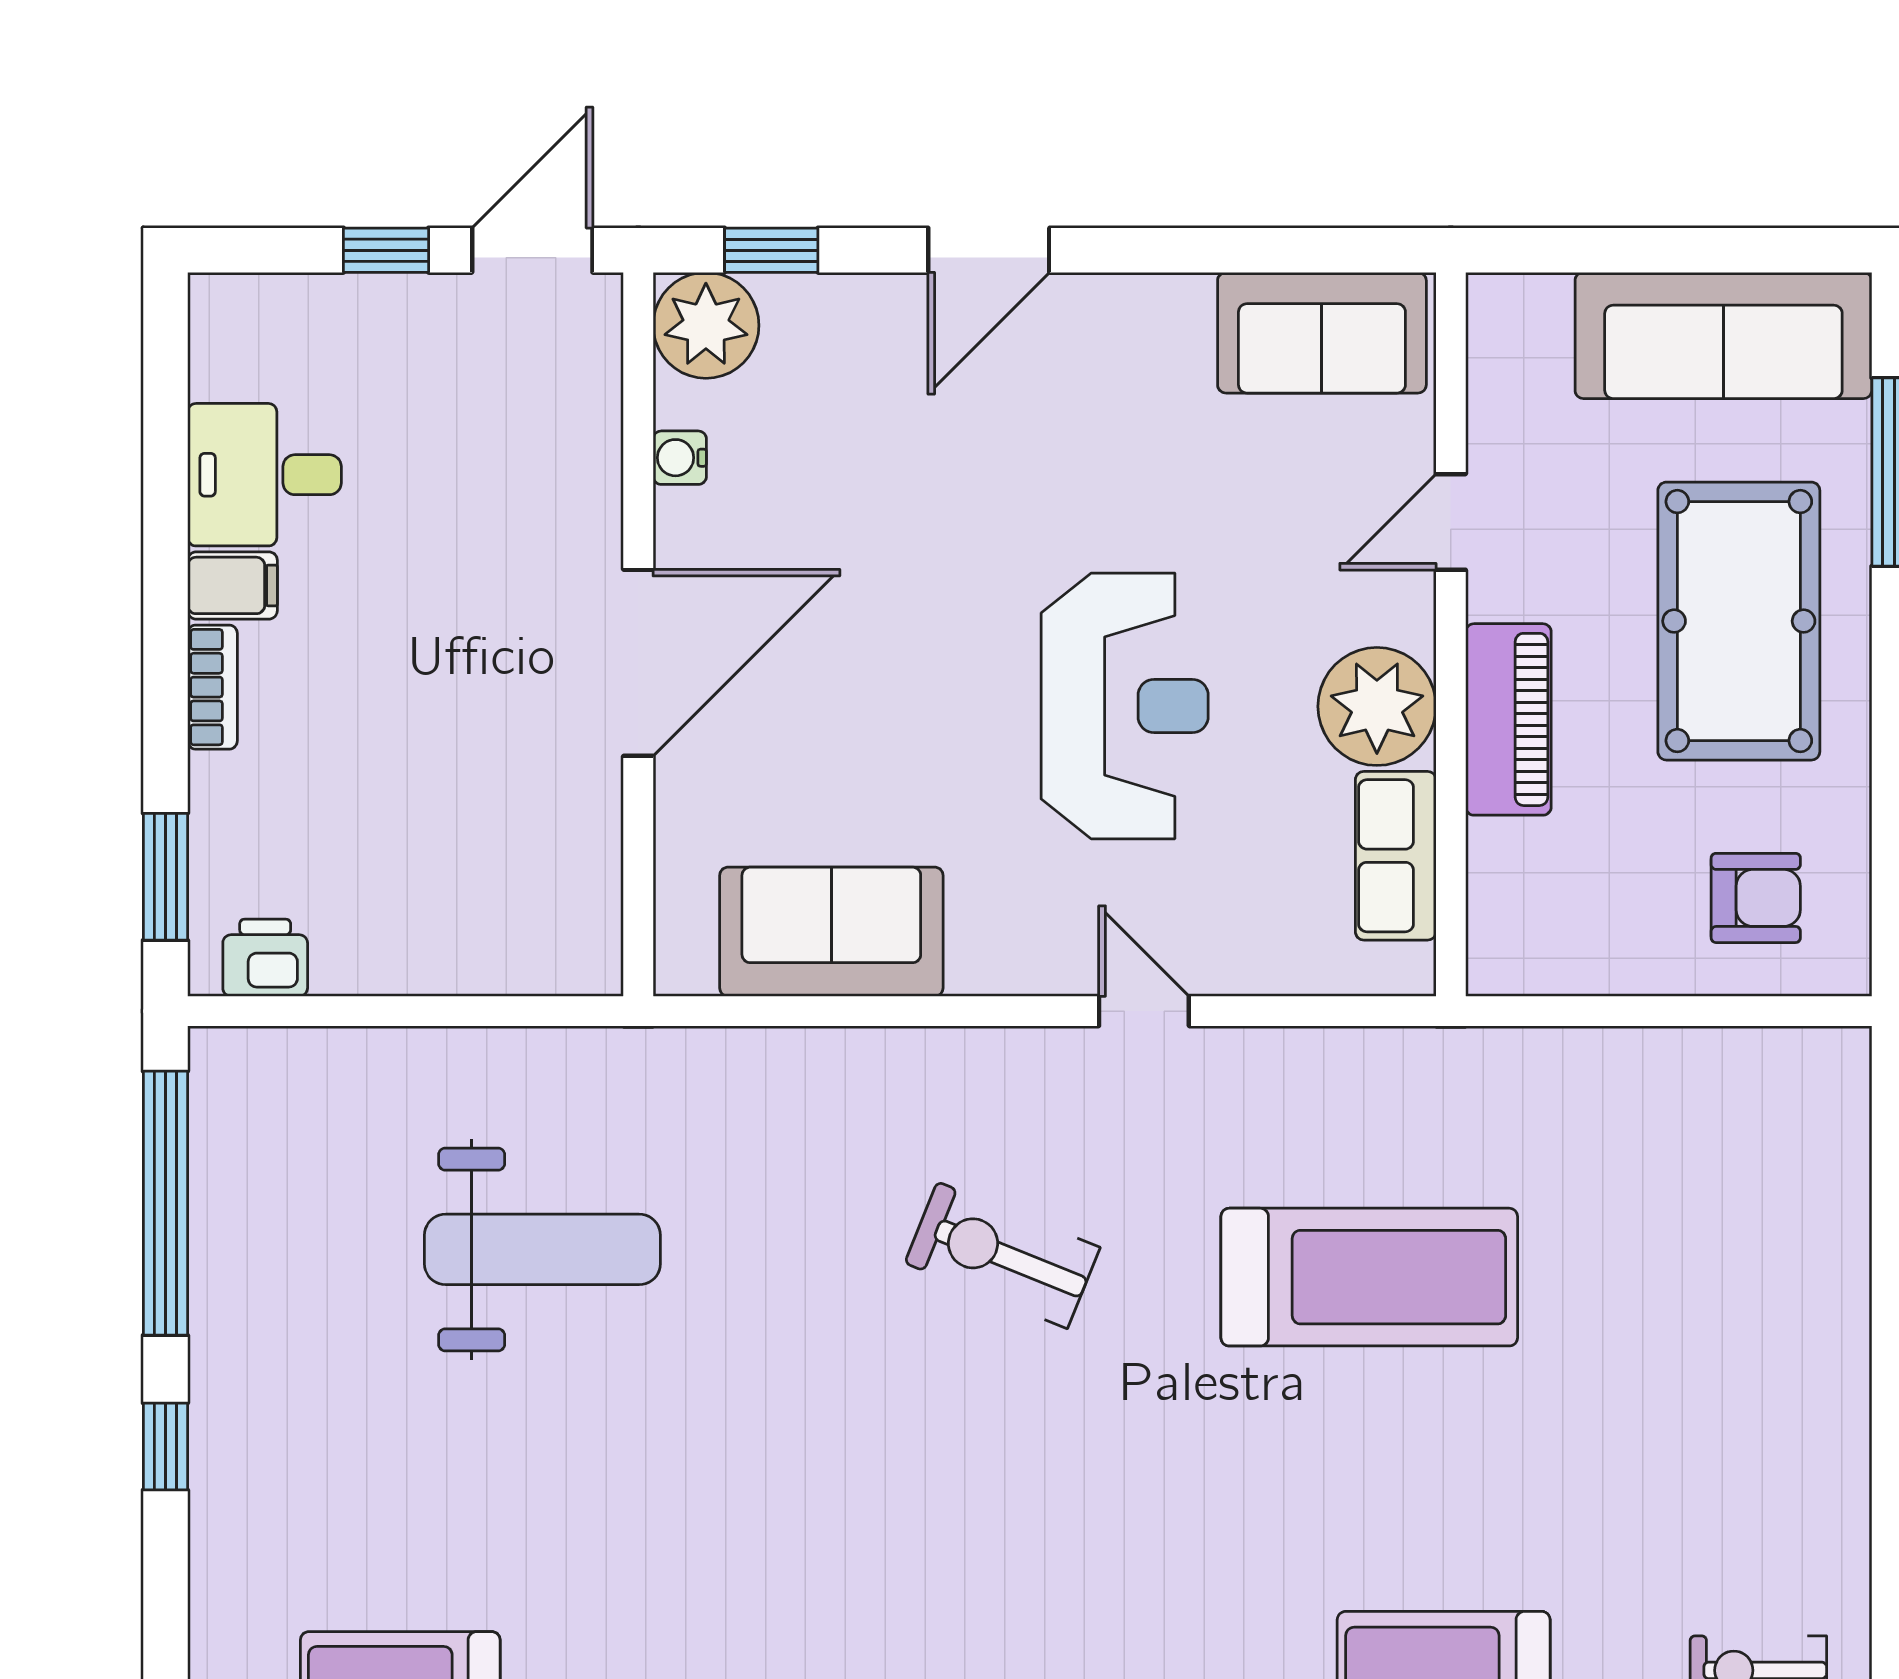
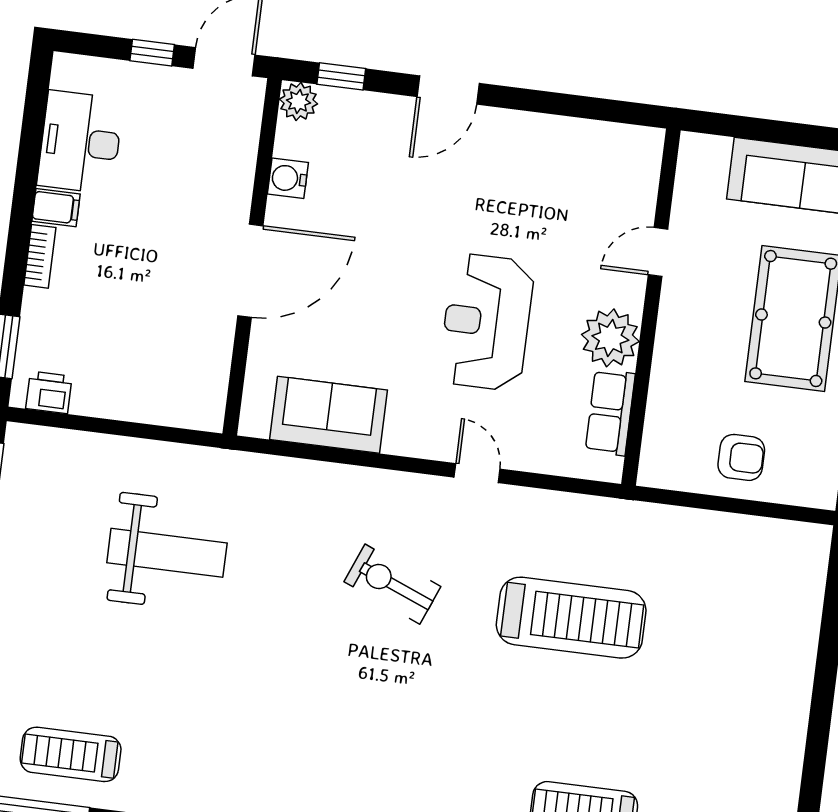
plant: (706, 325) -> (298, 101), width x0.73, depth x0.73
sofa: (1322, 333) -> (606, 151), removed
water cooler: (680, 458) -> (288, 178), width x1.38, depth x1.38
desk: (264, 475) -> (80, 142), width x1.37
reception desk: (1125, 706) -> (486, 322), turned 180
piano: (1508, 719) -> (674, 353), removed
armchair: (1756, 898) -> (741, 457), moved

